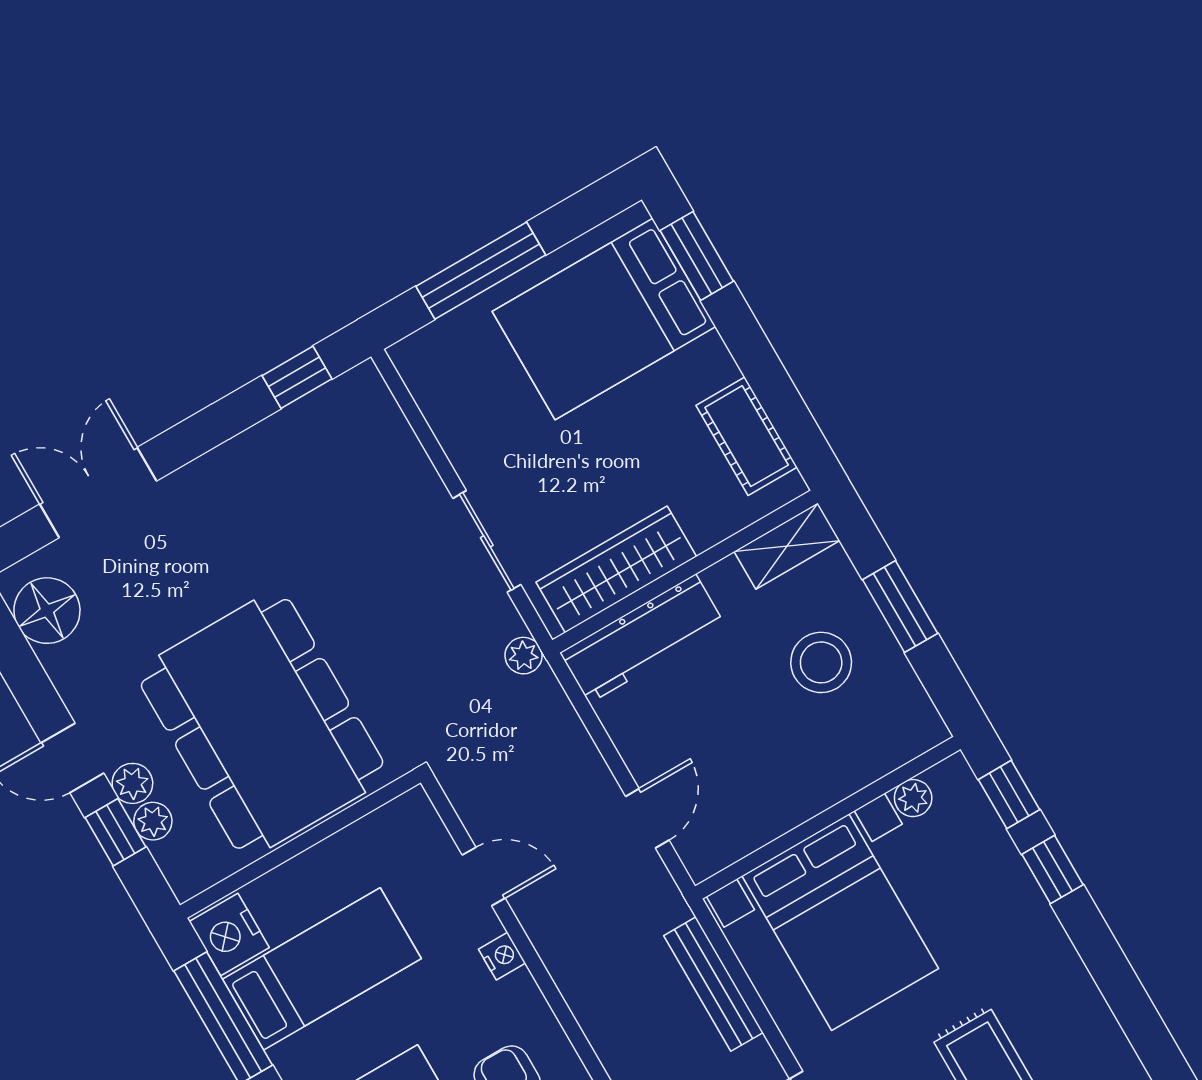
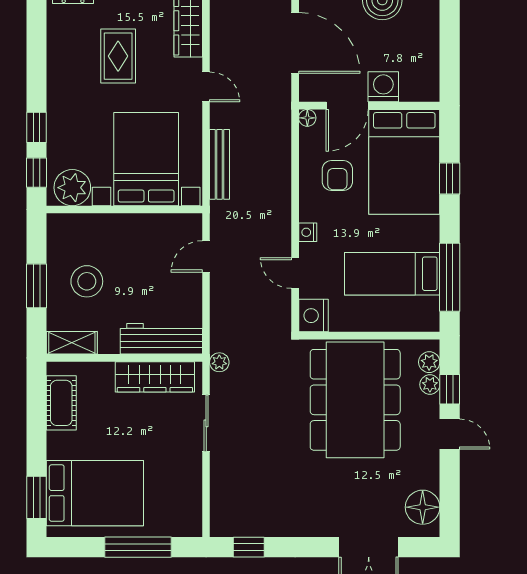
plant: (132, 783) -> (429, 362), moved
plant: (913, 798) -> (72, 188), width x1.88, depth x1.88
nightstand: (229, 934) -> (313, 316), moved, turned 180

